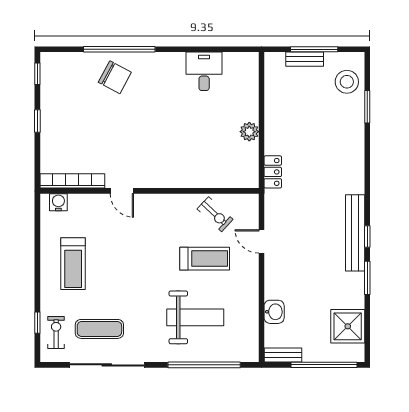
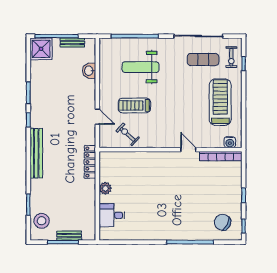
desk: (204, 71) -> (112, 215), moved, turned 90
chair: (115, 77) -> (223, 222), moved
locker: (273, 172) -> (90, 162), width x1.53
bench: (355, 233) -> (36, 153), moved
treadmill: (73, 264) -> (220, 102), width x1.37, depth x1.37
shower: (348, 326) -> (41, 49), moved
bench: (283, 355) -> (72, 42), moved

